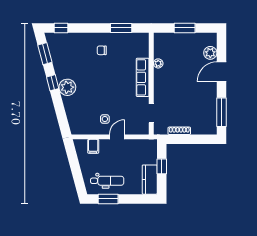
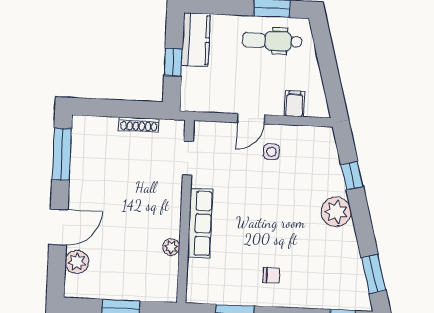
window: (53, 83) -> (352, 176), moved

